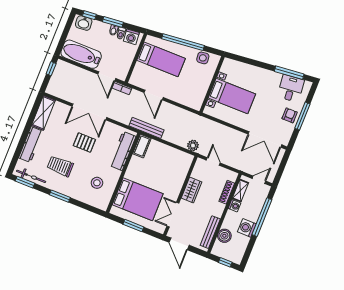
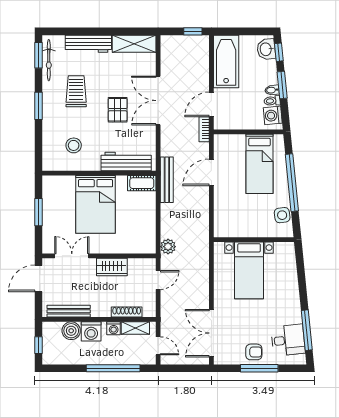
bed: (138, 199) -> (96, 204), moved
washing machine: (247, 228) -> (91, 331), moved, turned 180

